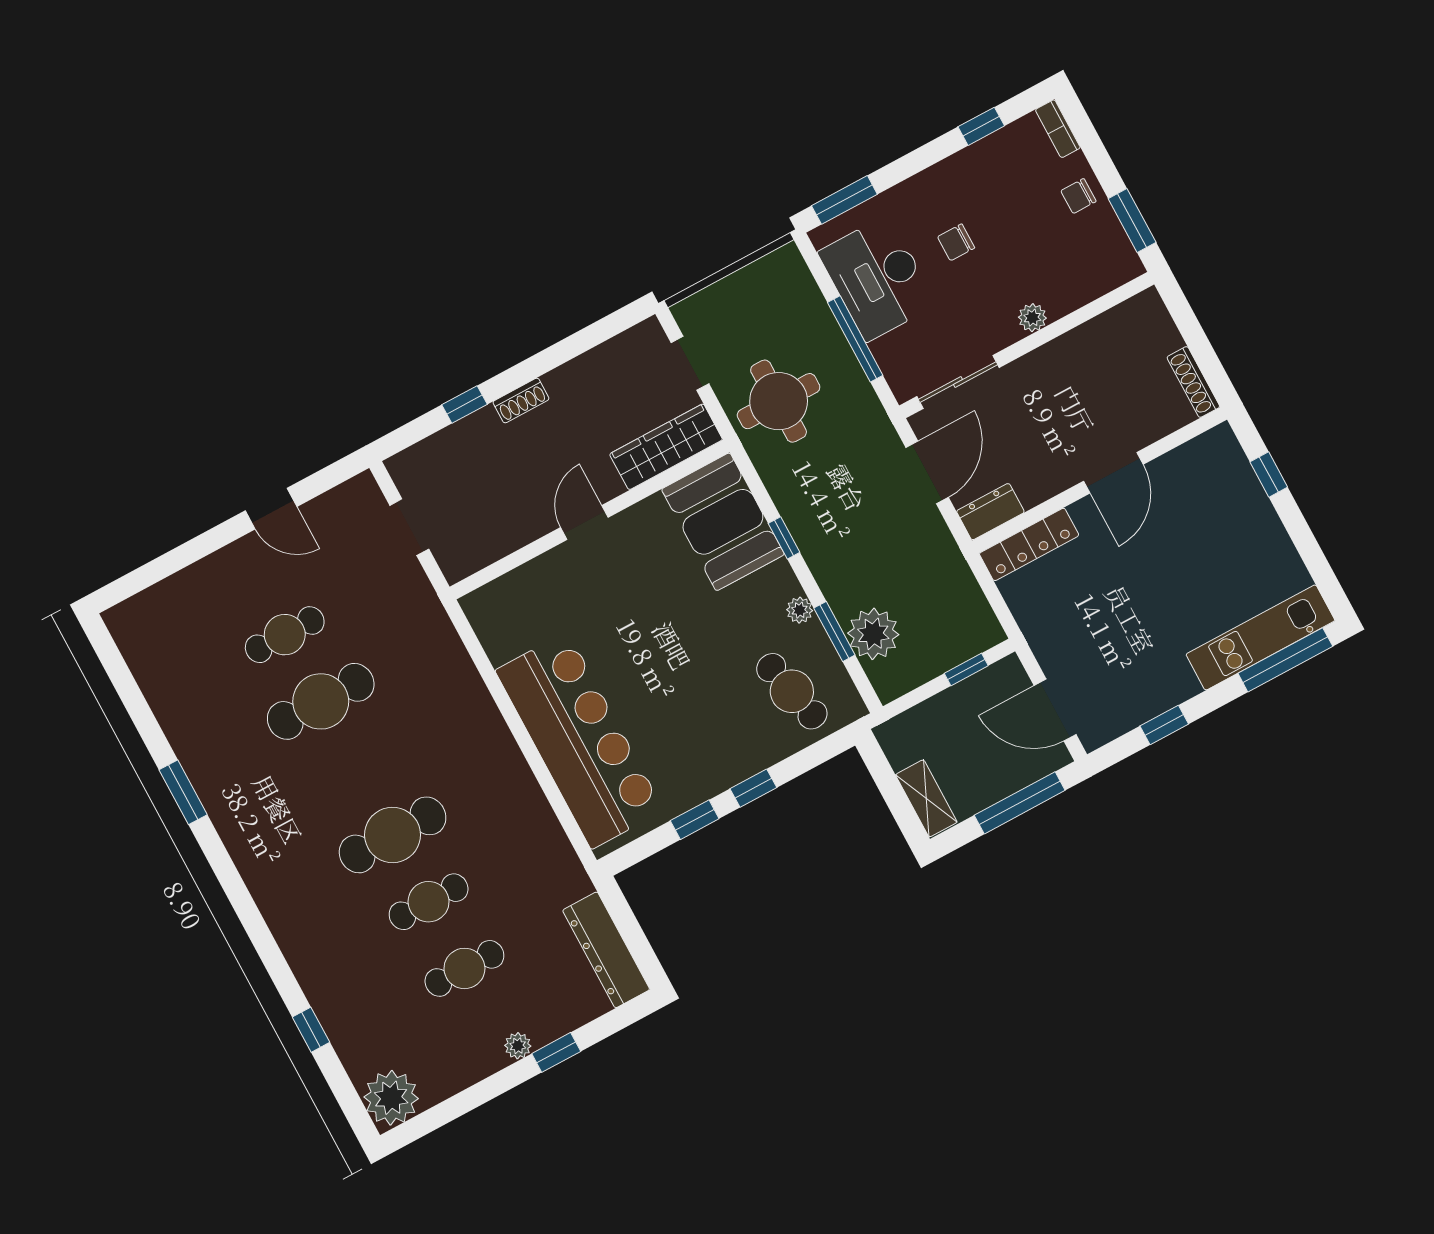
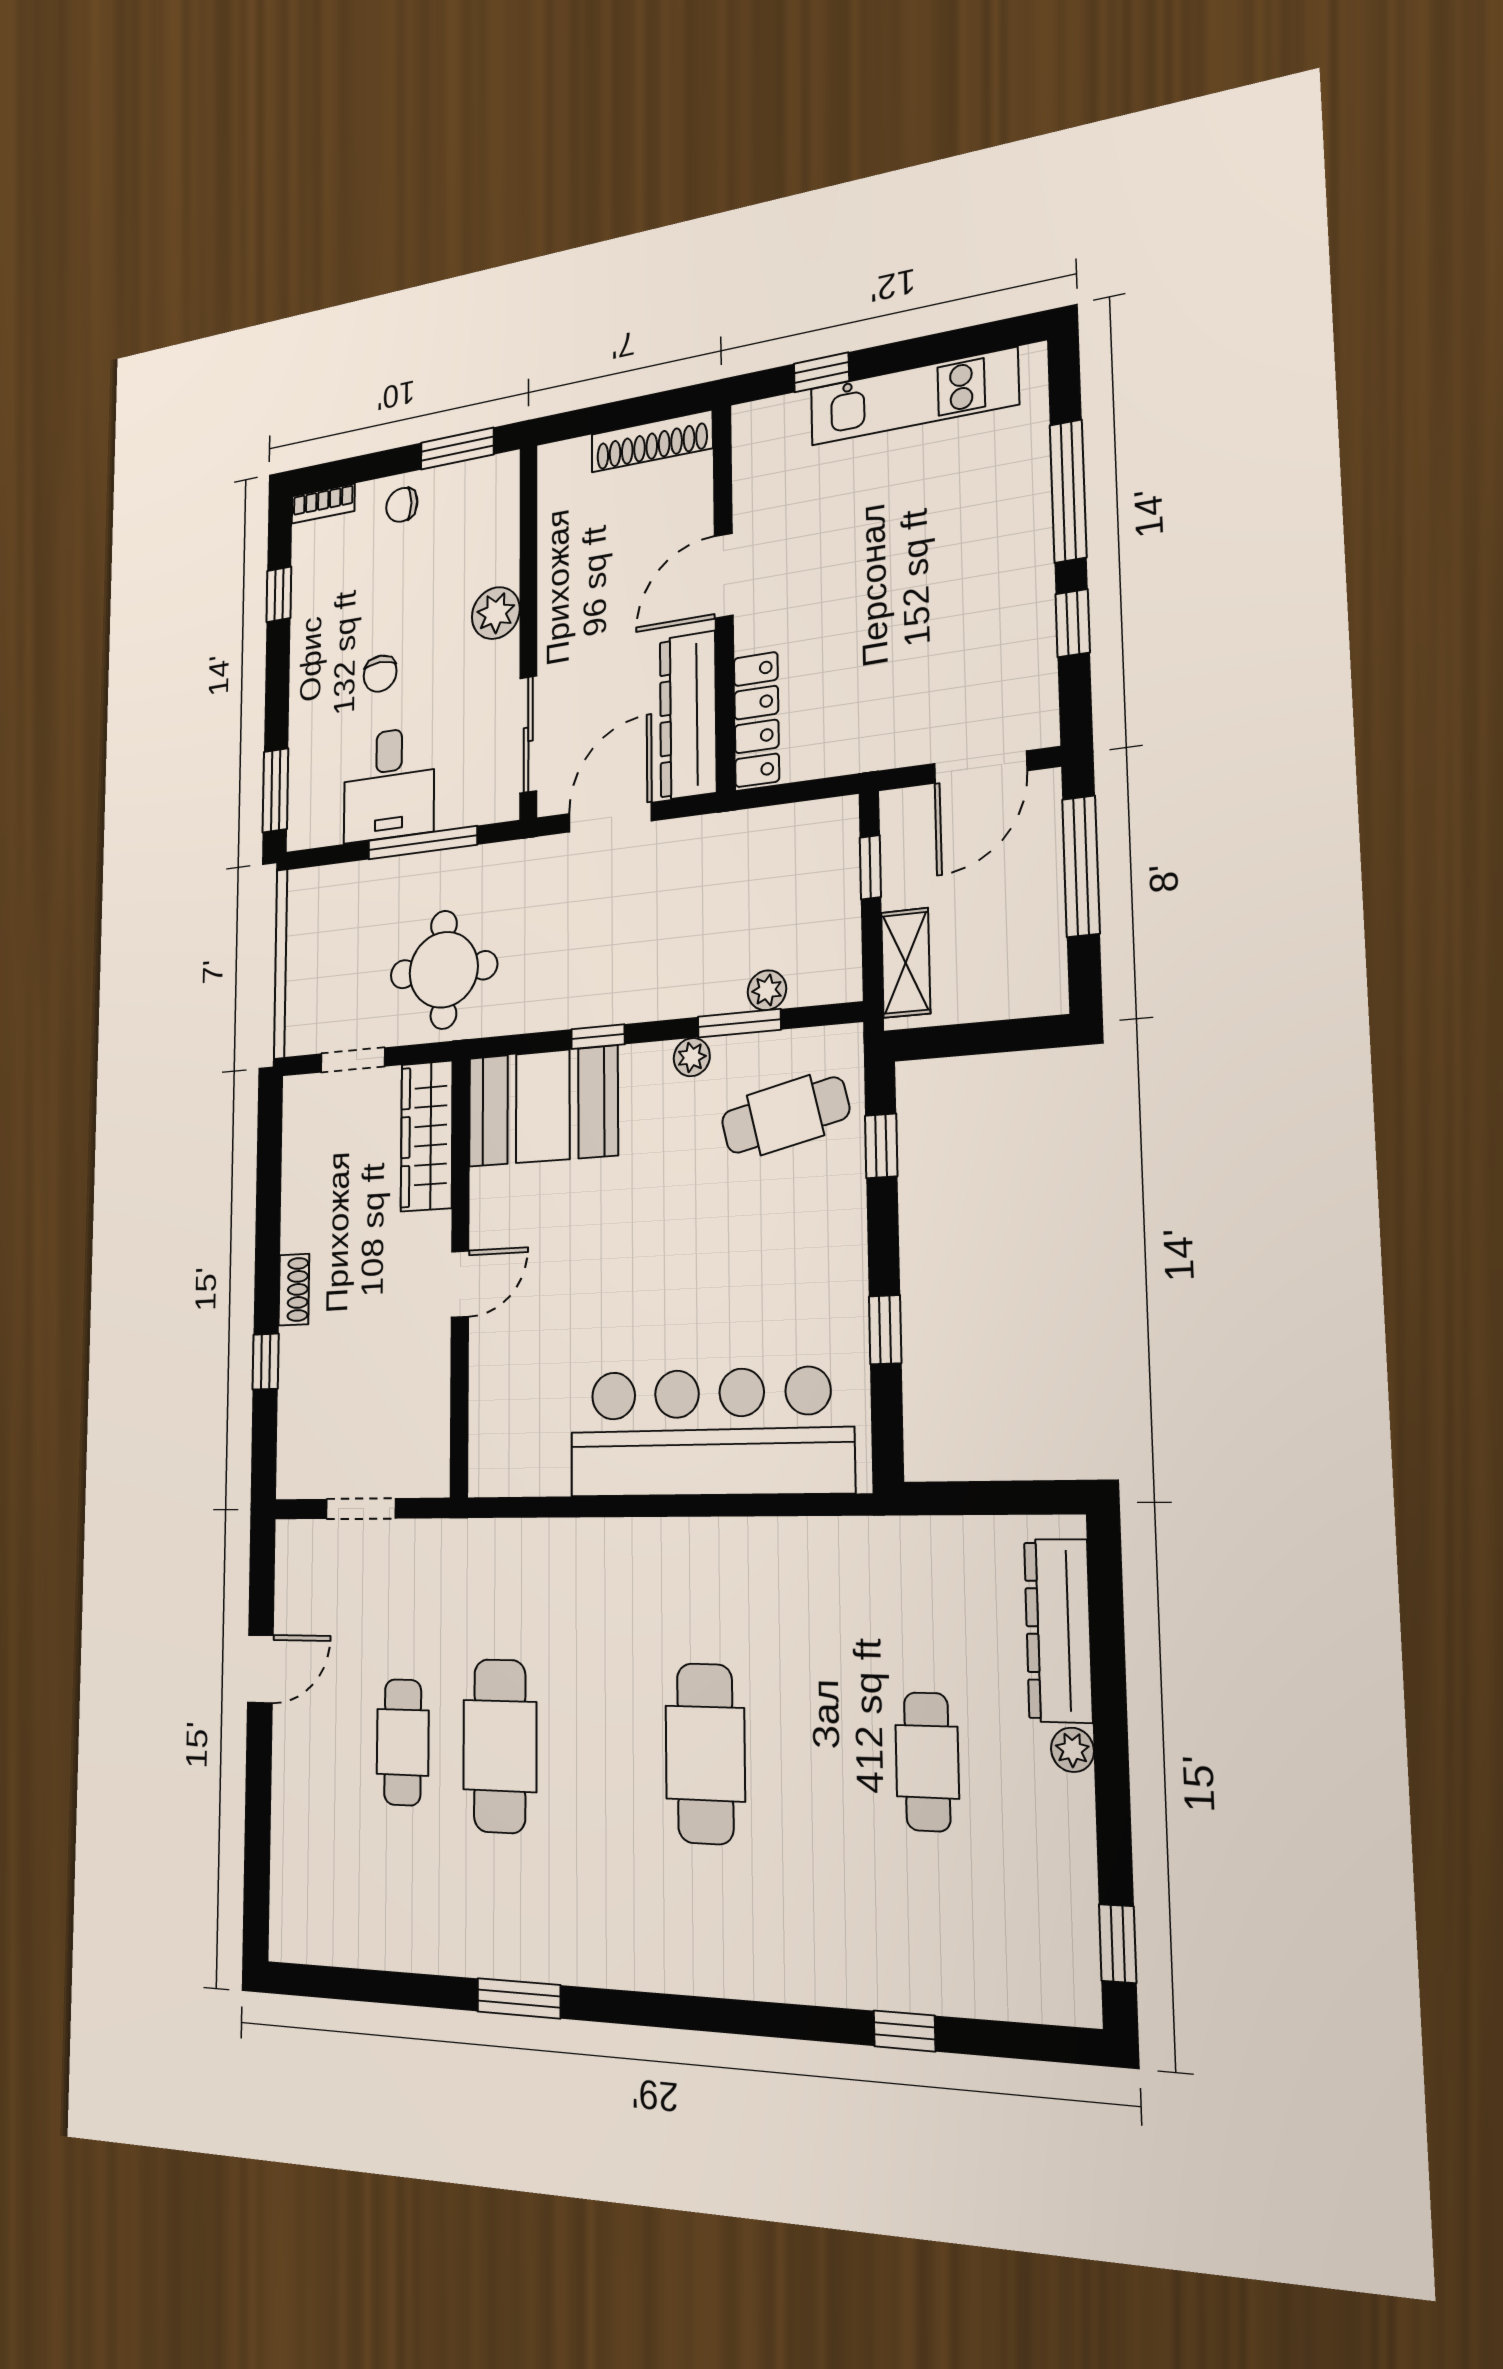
chair: (1078, 196) -> (402, 505), turned 90
desk: (877, 278) -> (389, 784), width x0.73
plant: (1032, 318) -> (496, 613), width x1.38, depth x1.38
shoe rack: (1193, 382) -> (652, 441), width x1.36, depth x1.24
door: (927, 472) -> (610, 817), hinge flipped
door: (1113, 473) -> (724, 576), swing flipped
dresser: (990, 512) -> (688, 715), width x1.96, depth x1.24
door: (584, 522) -> (460, 1284), swing flipped
plant: (873, 634) -> (767, 990), width x0.53, depth x0.53
kitchen unit: (1260, 637) -> (913, 397), moved, turned -90
window: (1285, 660) -> (1068, 491), moved
window: (753, 788) -> (881, 1146), moved
shelving: (926, 798) -> (906, 963), moved, turned 90
cafe table: (429, 902) -> (814, 1757), removed
dresser: (606, 950) -> (1058, 1630), moved, turned 90
window: (556, 1052) -> (1118, 1943), moved
plant: (391, 1098) -> (1057, 1978), removed

